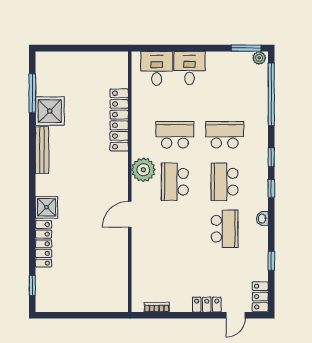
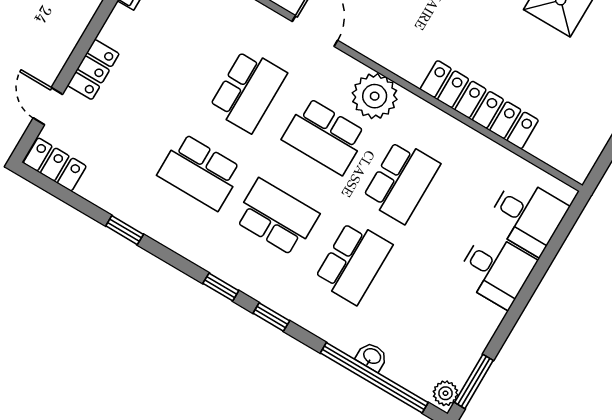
school desk: (175, 182) -> (325, 136), turned 180
washbasin: (262, 219) -> (372, 357), moved
school desk: (175, 229) -> (248, 91), added
window: (271, 261) -> (125, 230), moved

